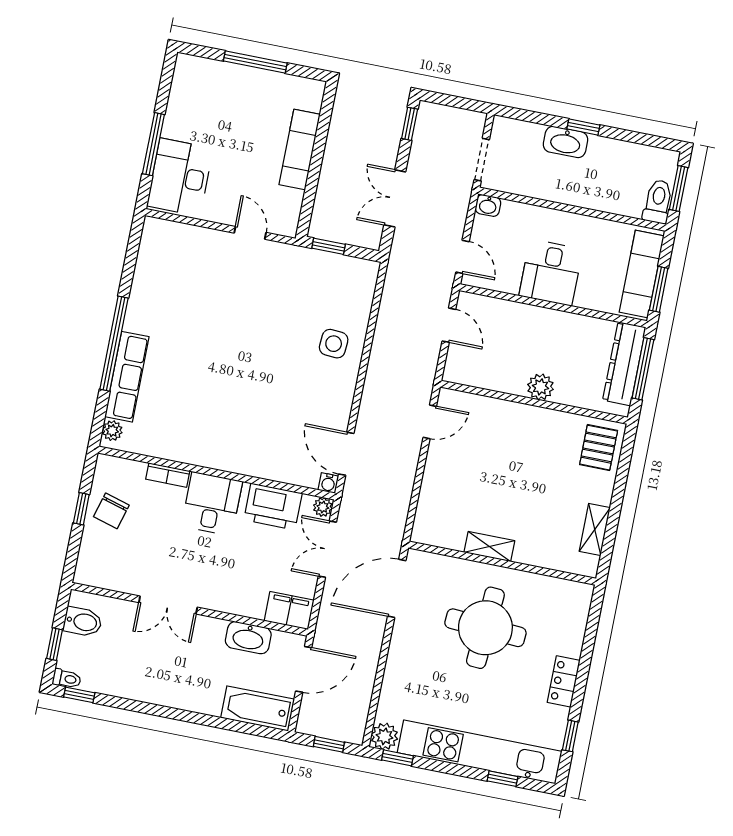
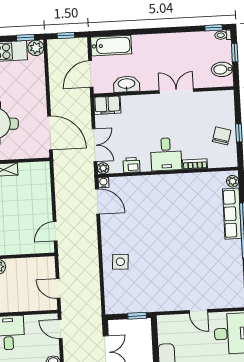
door: (250, 233) -> (198, 311), moved
printer: (273, 507) -> (131, 165), width x0.53, depth x0.68
door: (397, 588) -> (50, 133), hinge flipped

